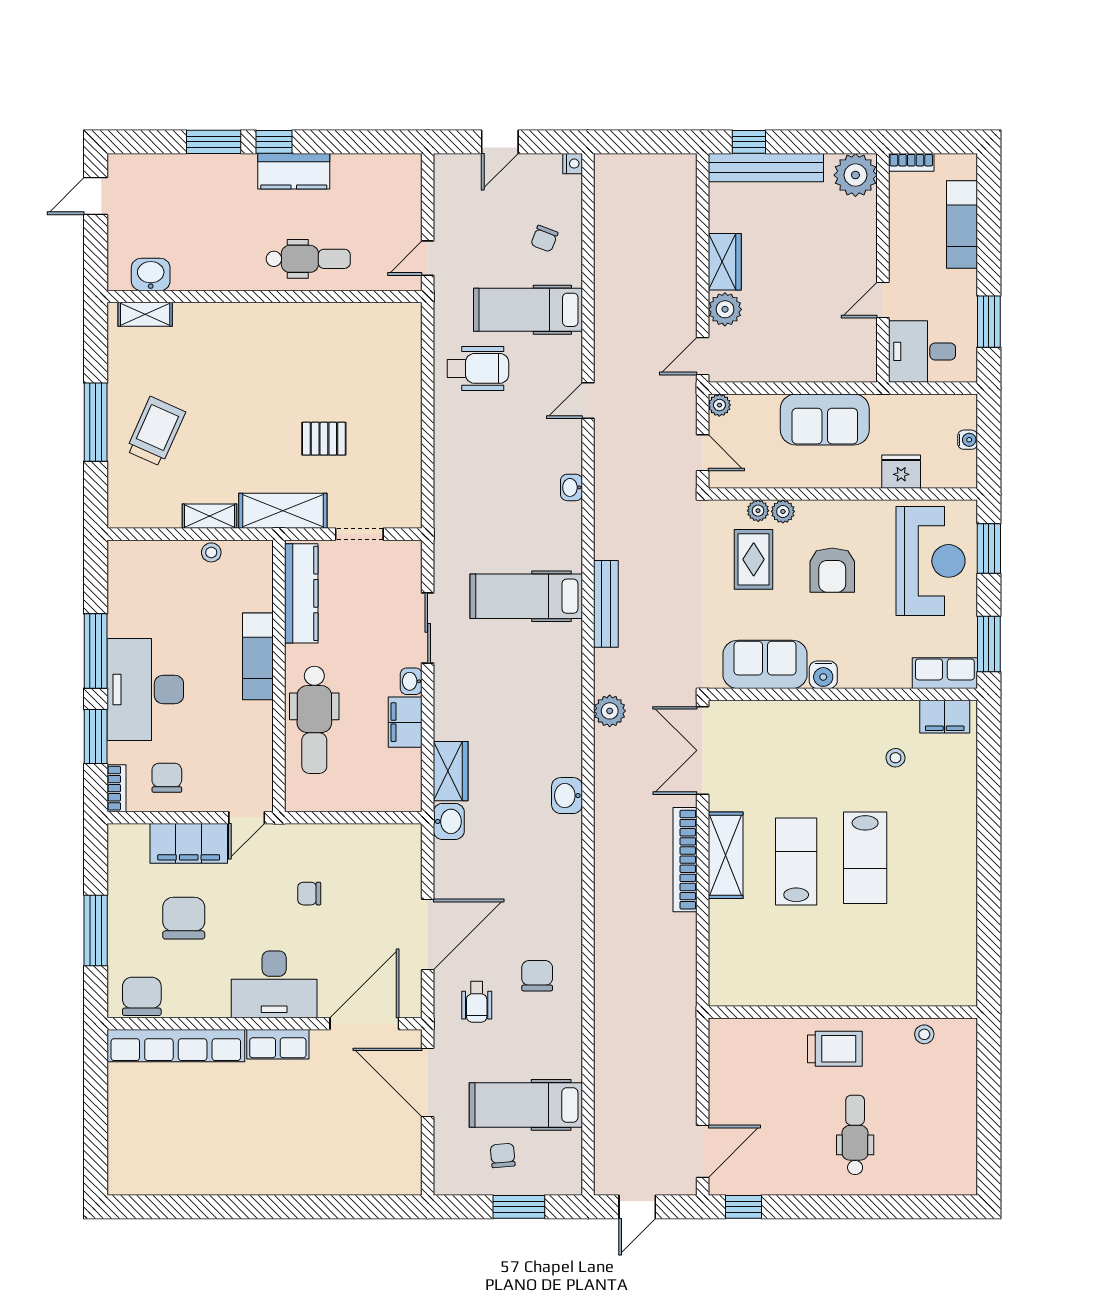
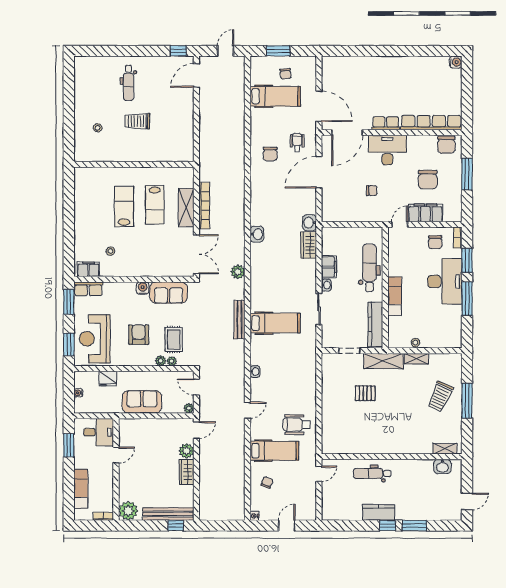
wall: (843, 1012) -> (134, 164), moved
water cooler: (121, 1182) -> (456, 62), added

